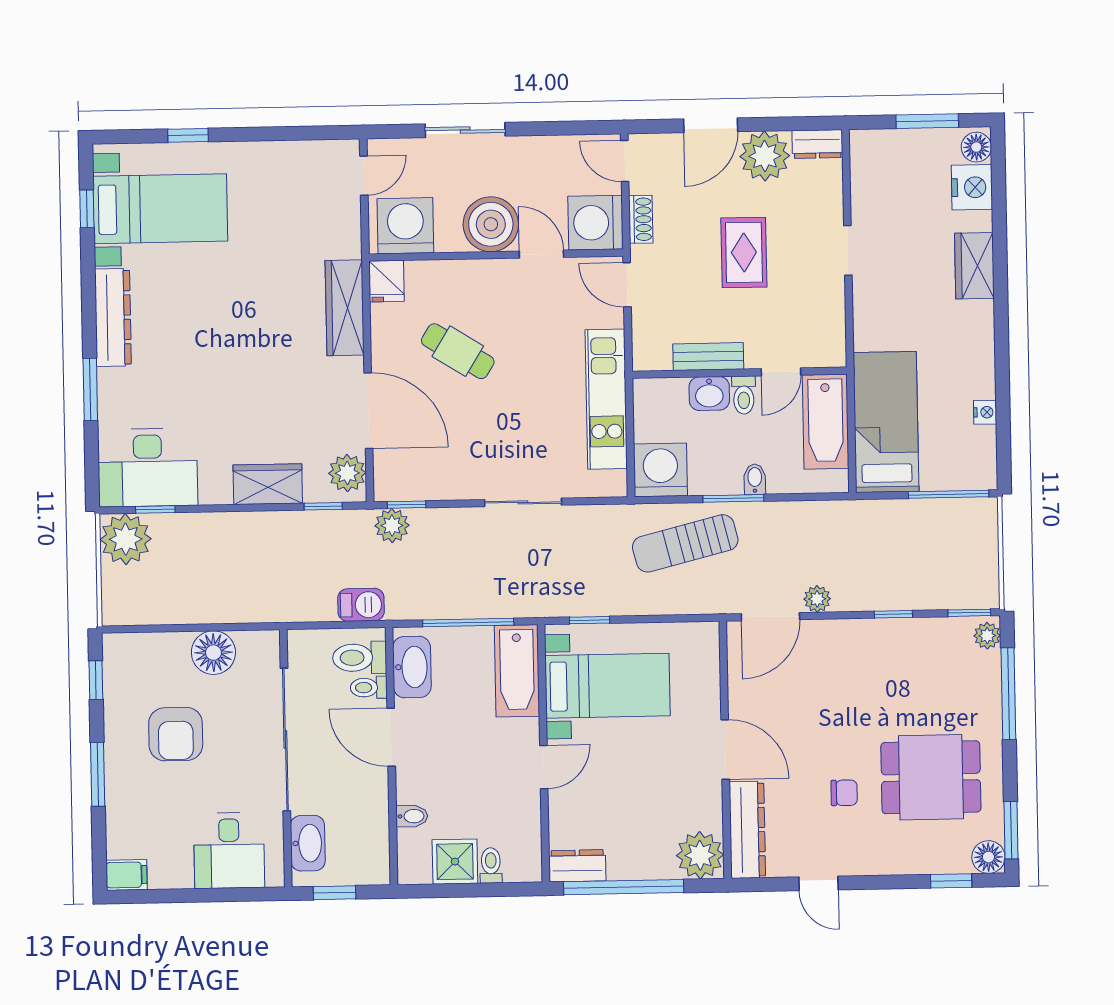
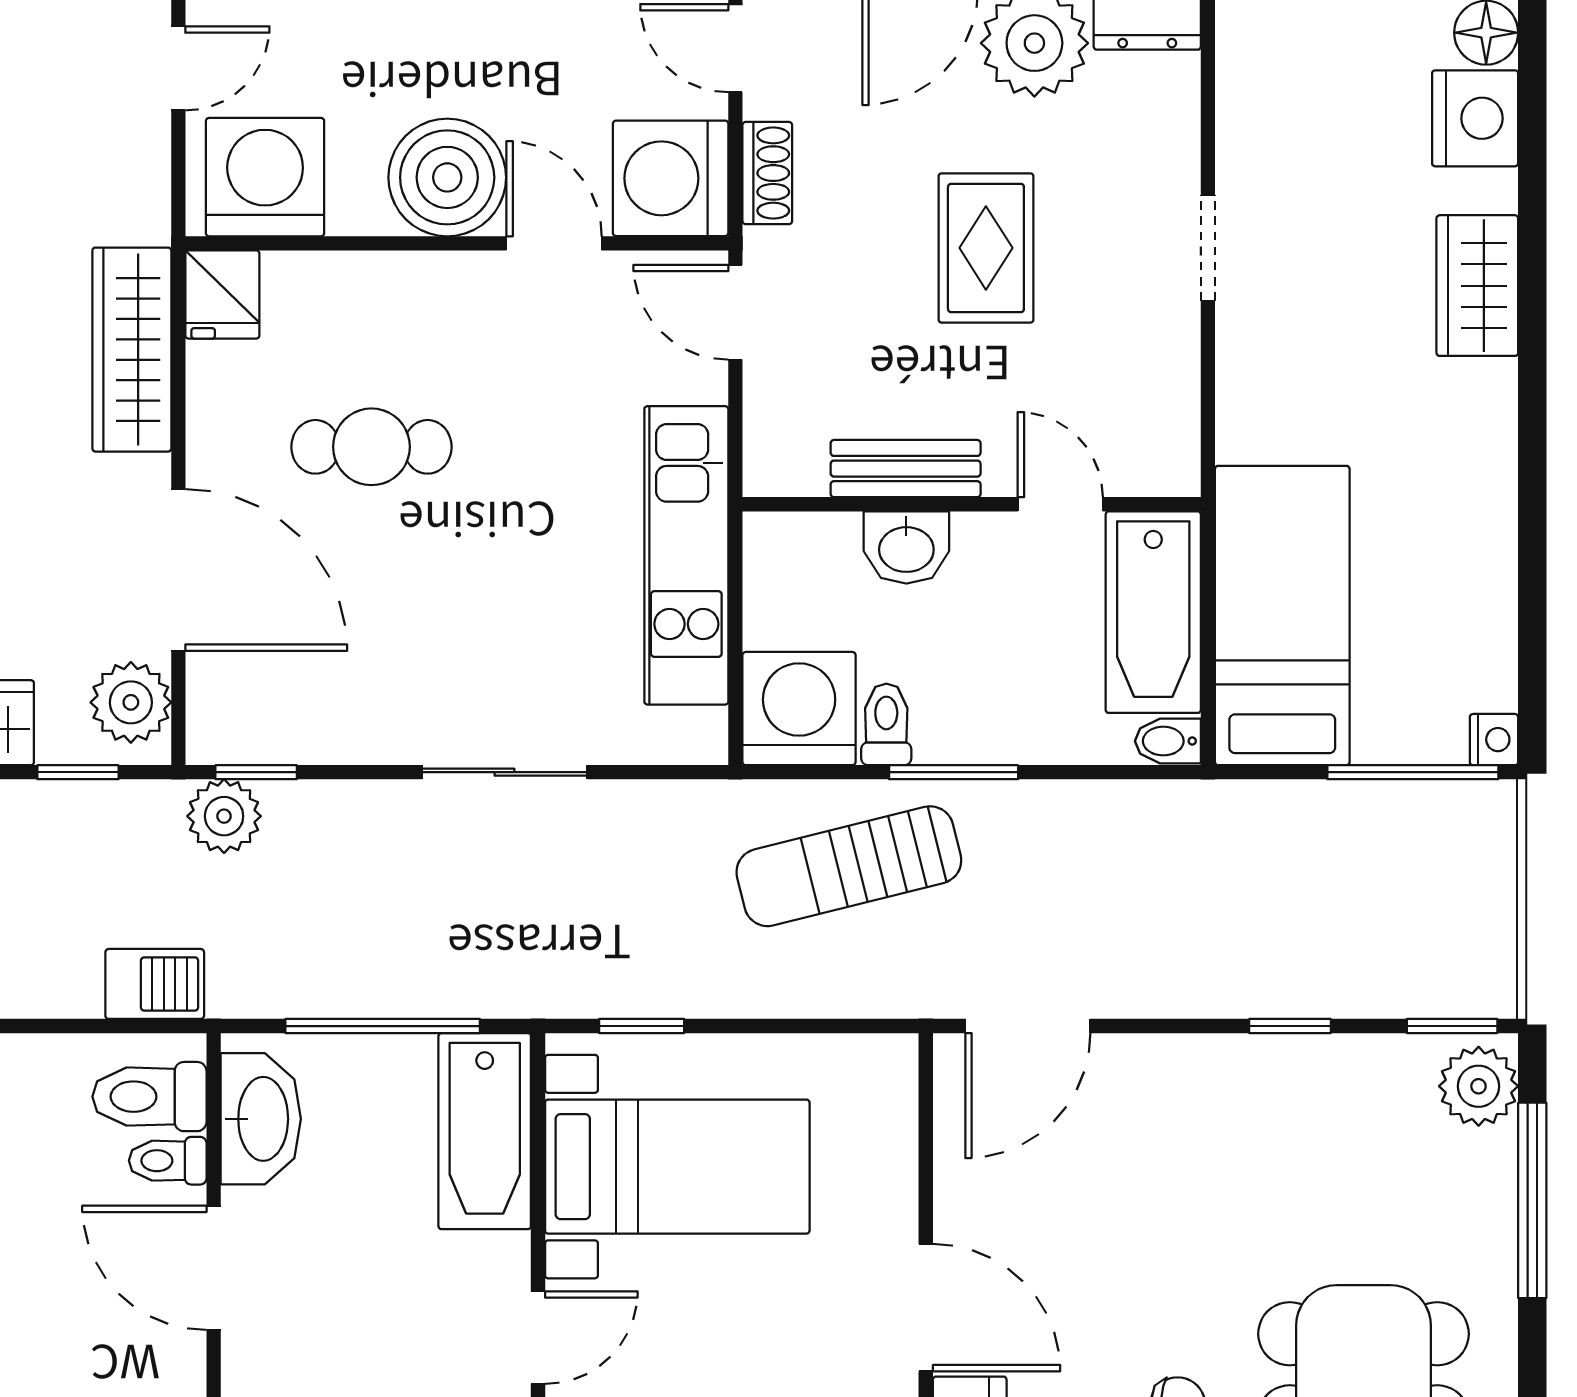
cafe table: (458, 351) -> (371, 447), turned -32
door: (781, 372) -> (1060, 504), swing flipped
toilet: (744, 395) -> (886, 724), moved, turned 180
nightstand: (985, 412) -> (1494, 740), moved
bidet: (755, 479) -> (1168, 741), moved, turned -90
plant: (817, 599) -> (1128, 990), removed
plant: (987, 636) -> (1479, 1086), width x1.38, depth x1.38

